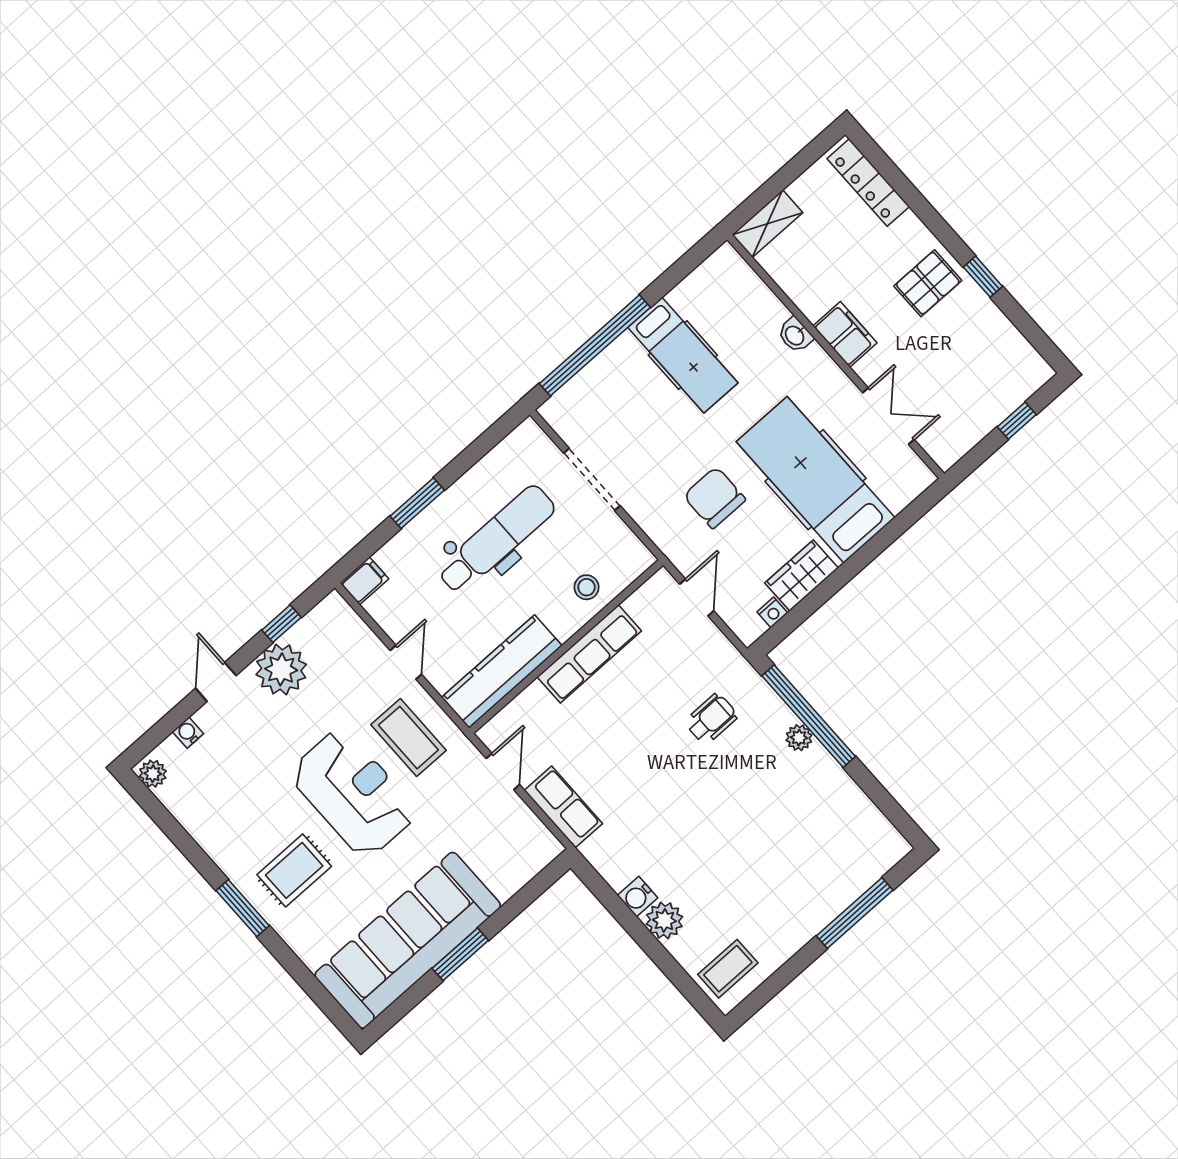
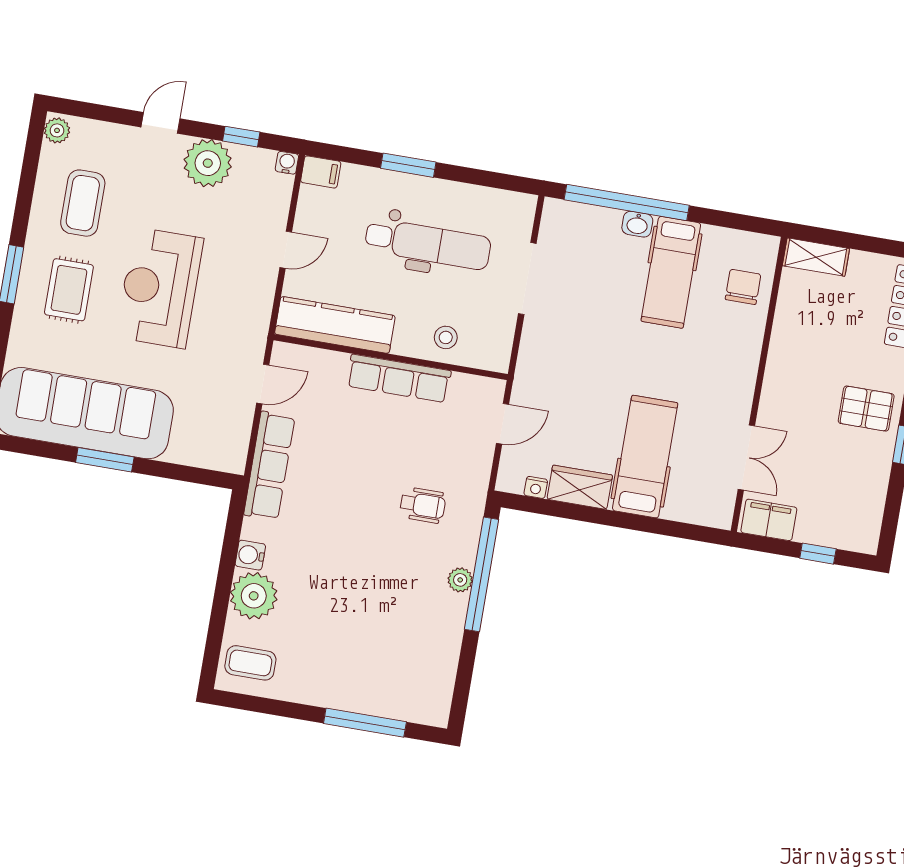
filing cabinet: (845, 334) -> (769, 520), moved, turned -90
washbasin: (795, 335) -> (637, 224), moved, turned -90
hospital bed: (816, 480) -> (645, 457), width x0.73, depth x0.78
chair: (714, 498) -> (743, 287), moved, width x0.73, depth x0.73
water cooler: (188, 733) -> (287, 163), moved
coffee table: (408, 738) -> (83, 203), moved
reception desk: (353, 793) -> (160, 288), turned 180
row of seats: (563, 807) -> (269, 466), width x1.48
rug: (294, 870) -> (69, 290), turned 90
plant: (664, 920) -> (254, 596), width x1.36, depth x1.36

